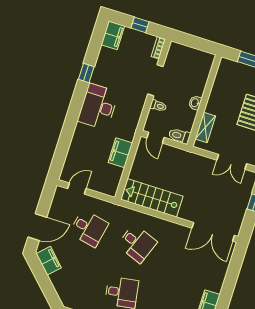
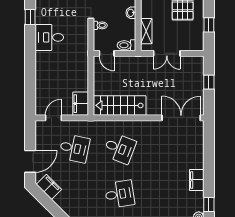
desk: (98, 107) -> (49, 37), width x0.73
filing cabinet: (120, 153) -> (81, 104), moved
double door: (232, 162) -> (167, 53), moved
double door: (213, 232) -> (181, 118), swing flipped

